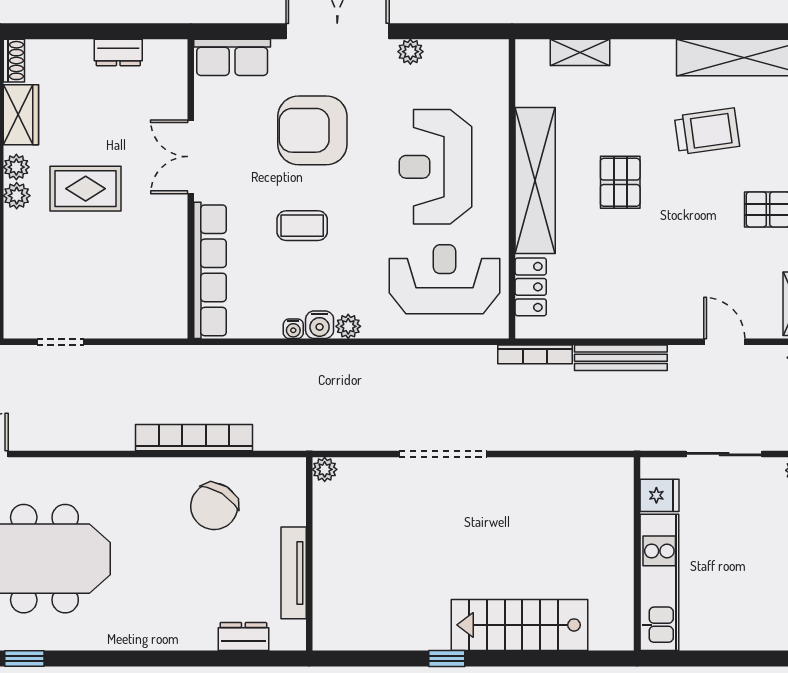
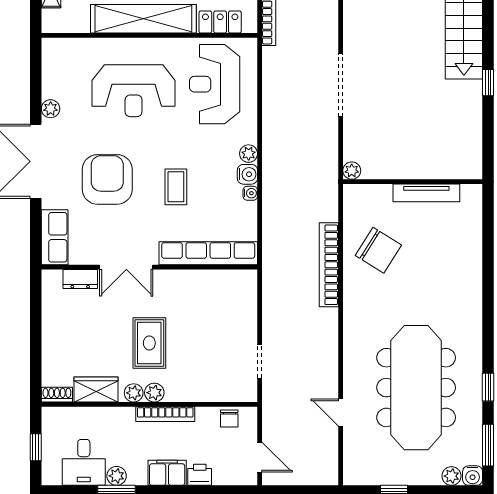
dresser: (118, 52) -> (80, 279), moved, turned 90
armchair: (312, 130) -> (107, 179), turned 180
dresser: (243, 637) -> (472, 229), removed

